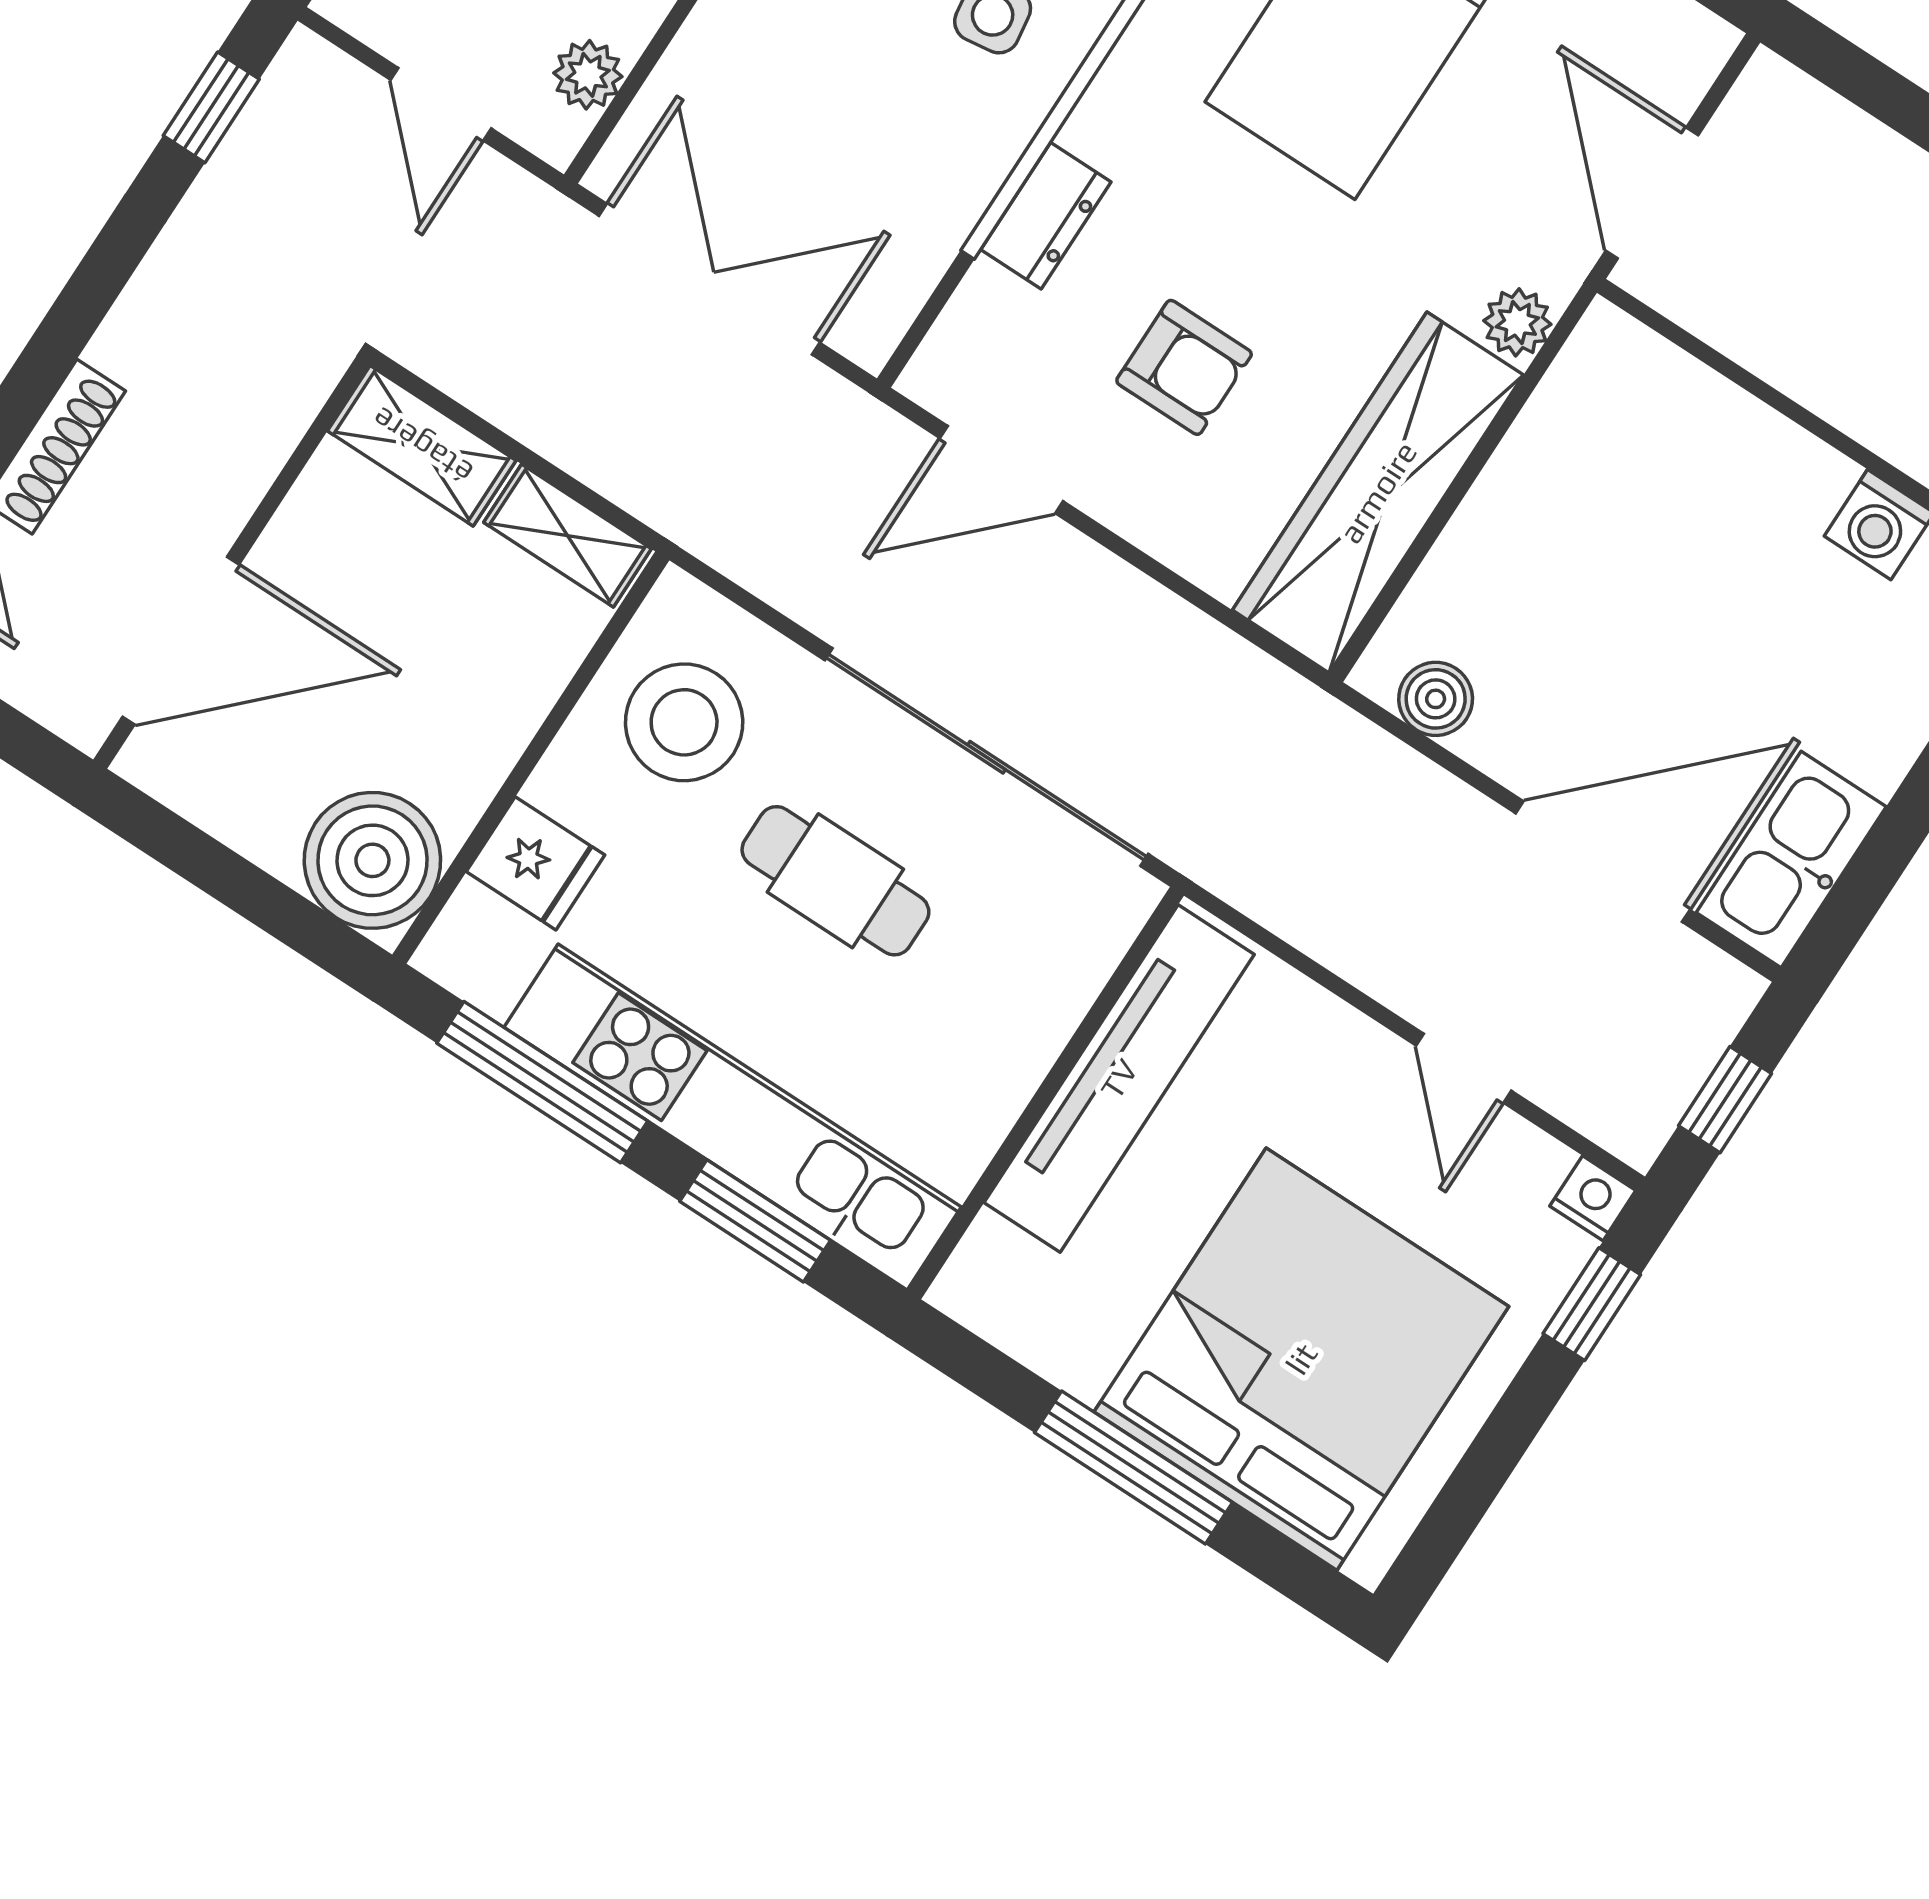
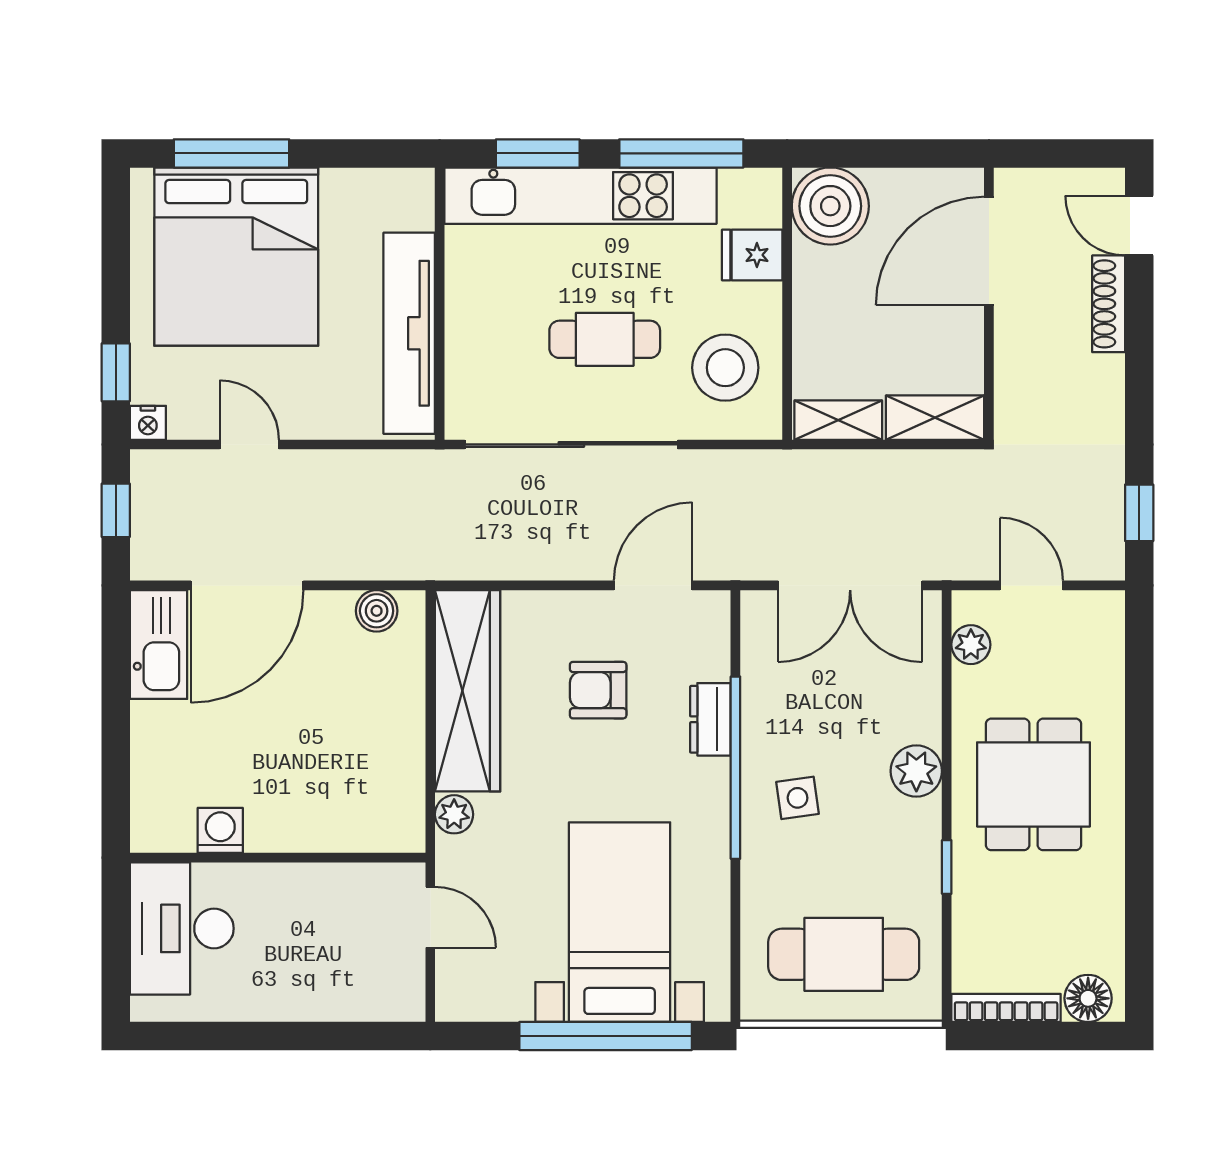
door: (1652, 193) -> (430, 917), width x0.73
window: (1133, 1467) -> (232, 153), moved

